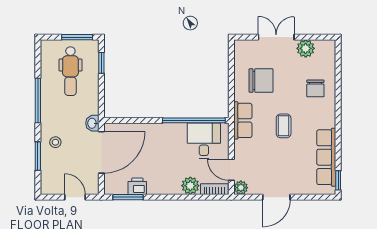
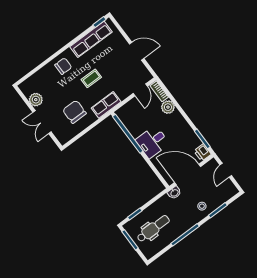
chair: (315, 88) -> (63, 66), moved
desk: (204, 141) -> (152, 142), moved
printer: (137, 186) -> (202, 153), moved
plant: (241, 188) -> (147, 76), removed

